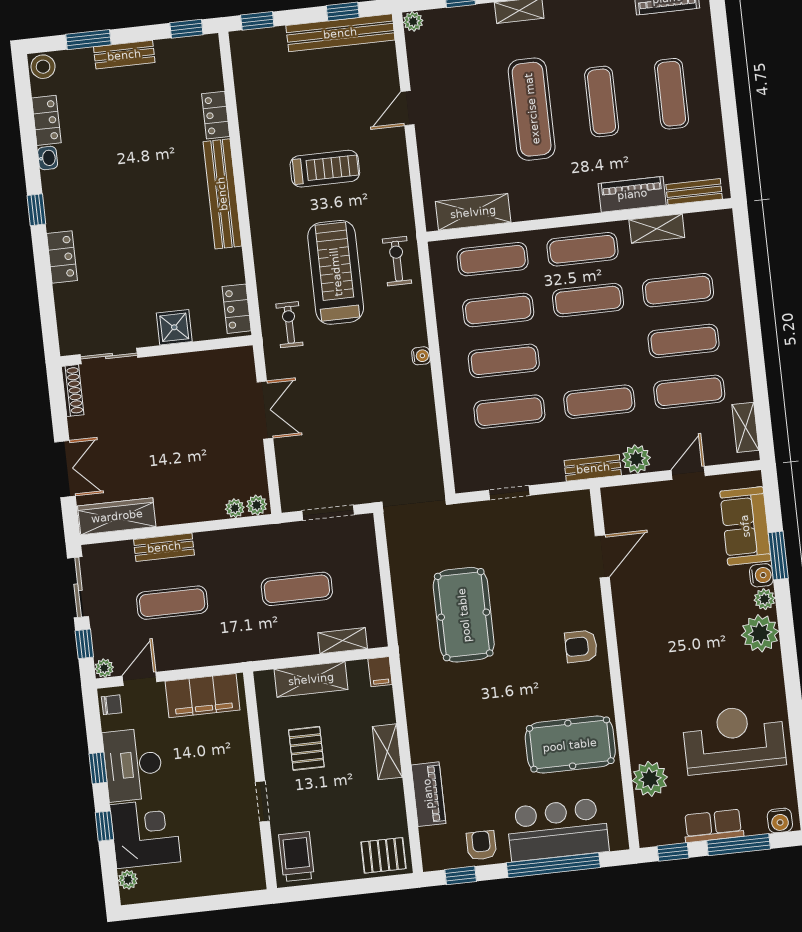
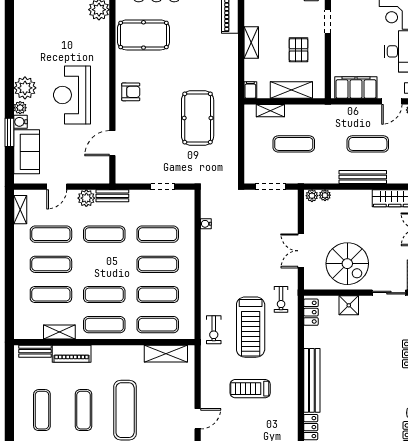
water cooler: (421, 356) -> (206, 224), moved
spiral stairs: (184, 397) -> (347, 264), added
bench: (164, 547) -> (363, 177), width x1.36
reception desk: (734, 739) -> (72, 95), moved, turned 90

